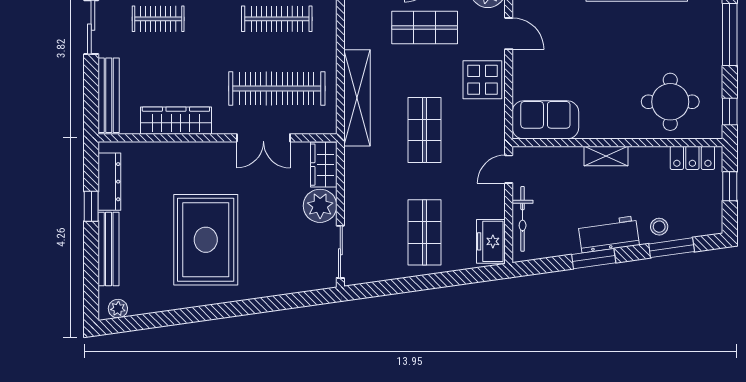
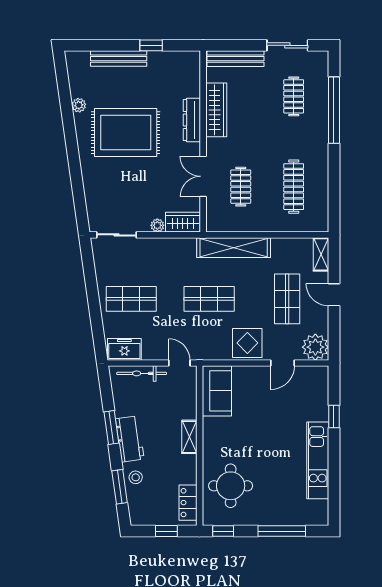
clothes rail: (277, 88) -> (241, 187), width x0.54, depth x0.76
dresser: (109, 182) -> (192, 120), moved, turned 90
plant: (320, 206) -> (157, 225), width x0.53, depth x0.53
plant: (118, 309) -> (79, 105), moved

